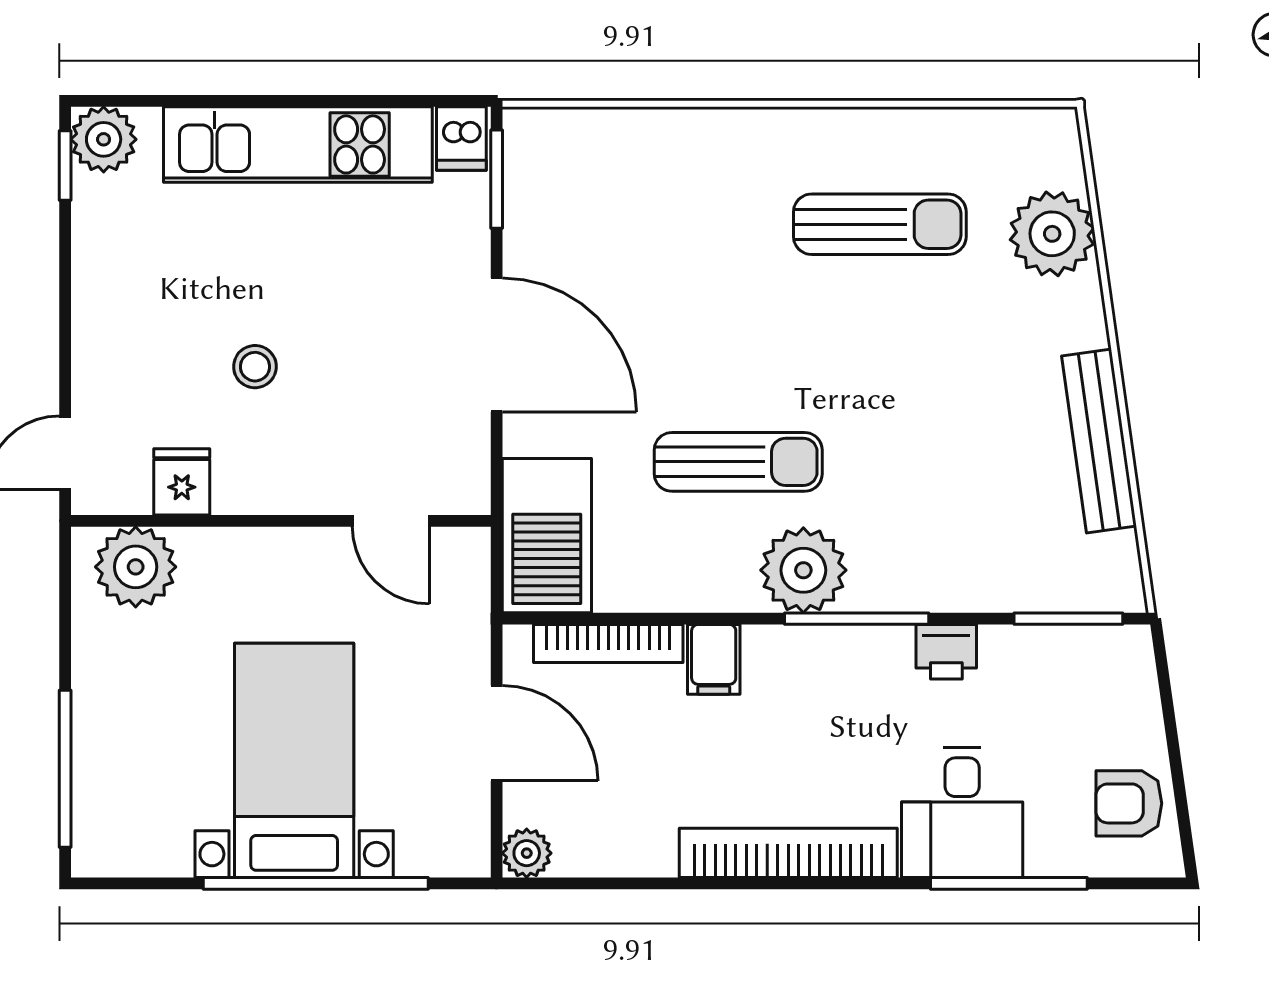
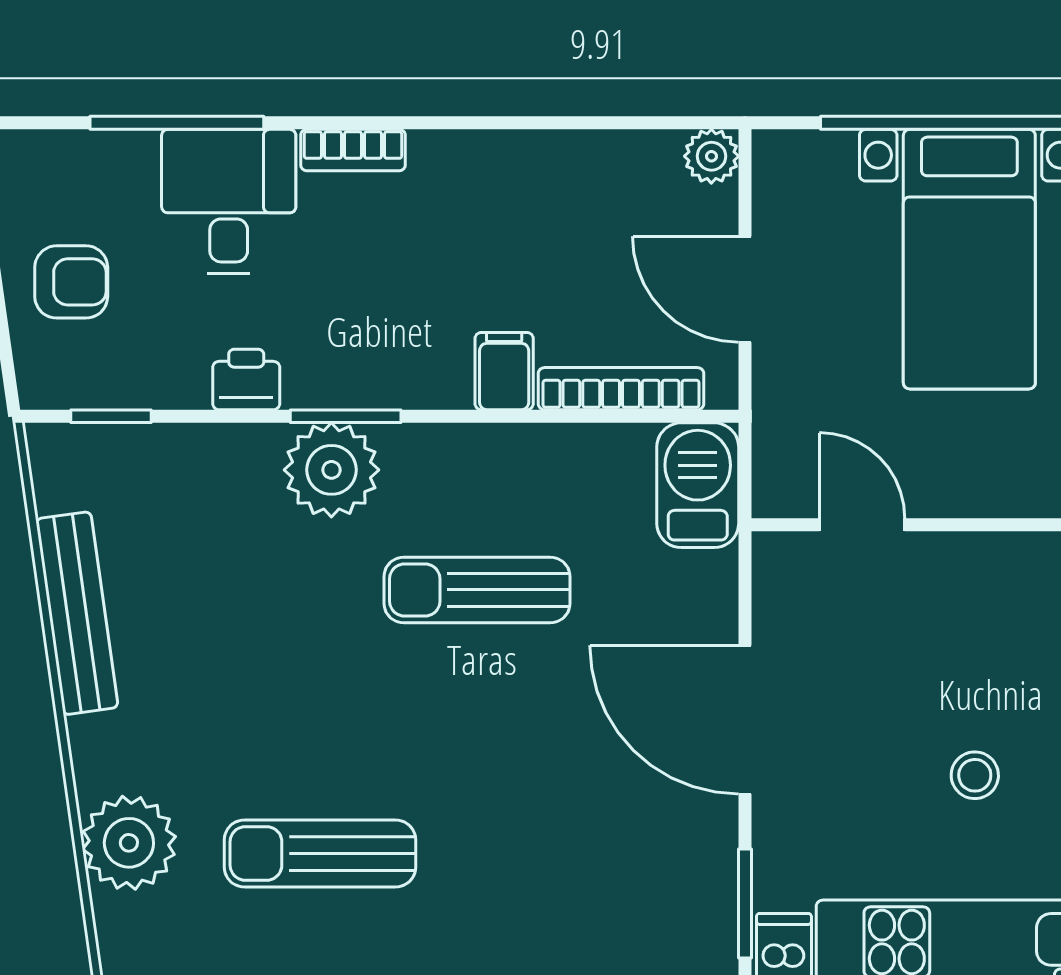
stool: (255, 367) -> (975, 775), moved
barbecue: (547, 536) -> (698, 485), width x0.73, depth x0.83
plant: (803, 570) -> (331, 470), moved
window: (857, 619) -> (346, 416), width x0.69
window: (1068, 619) -> (111, 416), width x0.67
armchair: (1129, 803) -> (71, 282), moved
bookcase: (788, 853) -> (353, 150), width x0.43, depth x0.76

